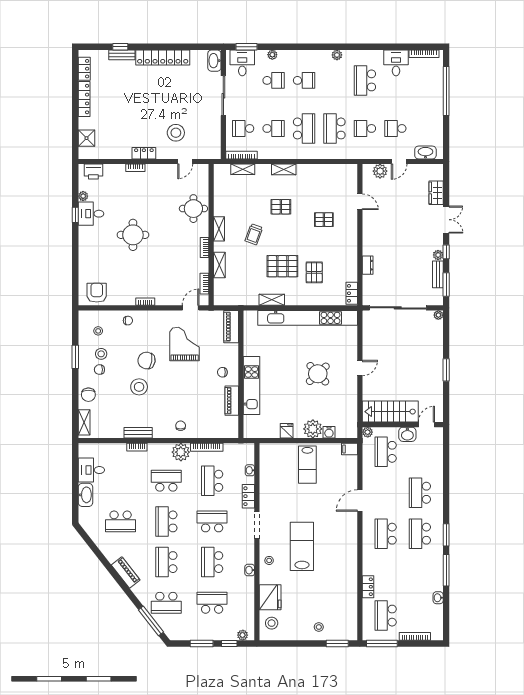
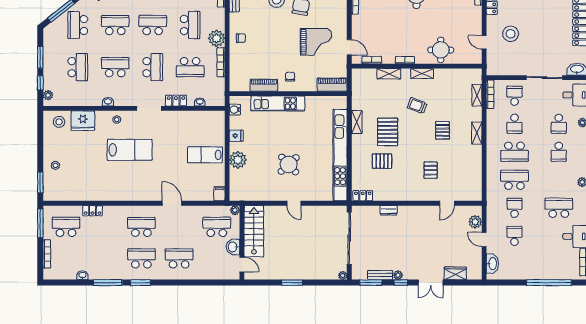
water cooler: (329, 432) -> (235, 110), moved
school desk: (212, 481) -> (190, 67), turned 180

